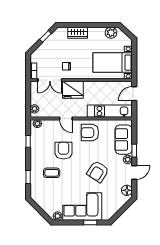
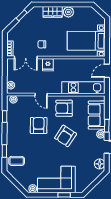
plant: (111, 33) -> (68, 12), moved
fridge: (73, 90) -> (48, 65), width x0.53, depth x0.75
armchair: (98, 172) -> (66, 136), moved
coffee table: (52, 173) -> (17, 161), moved

